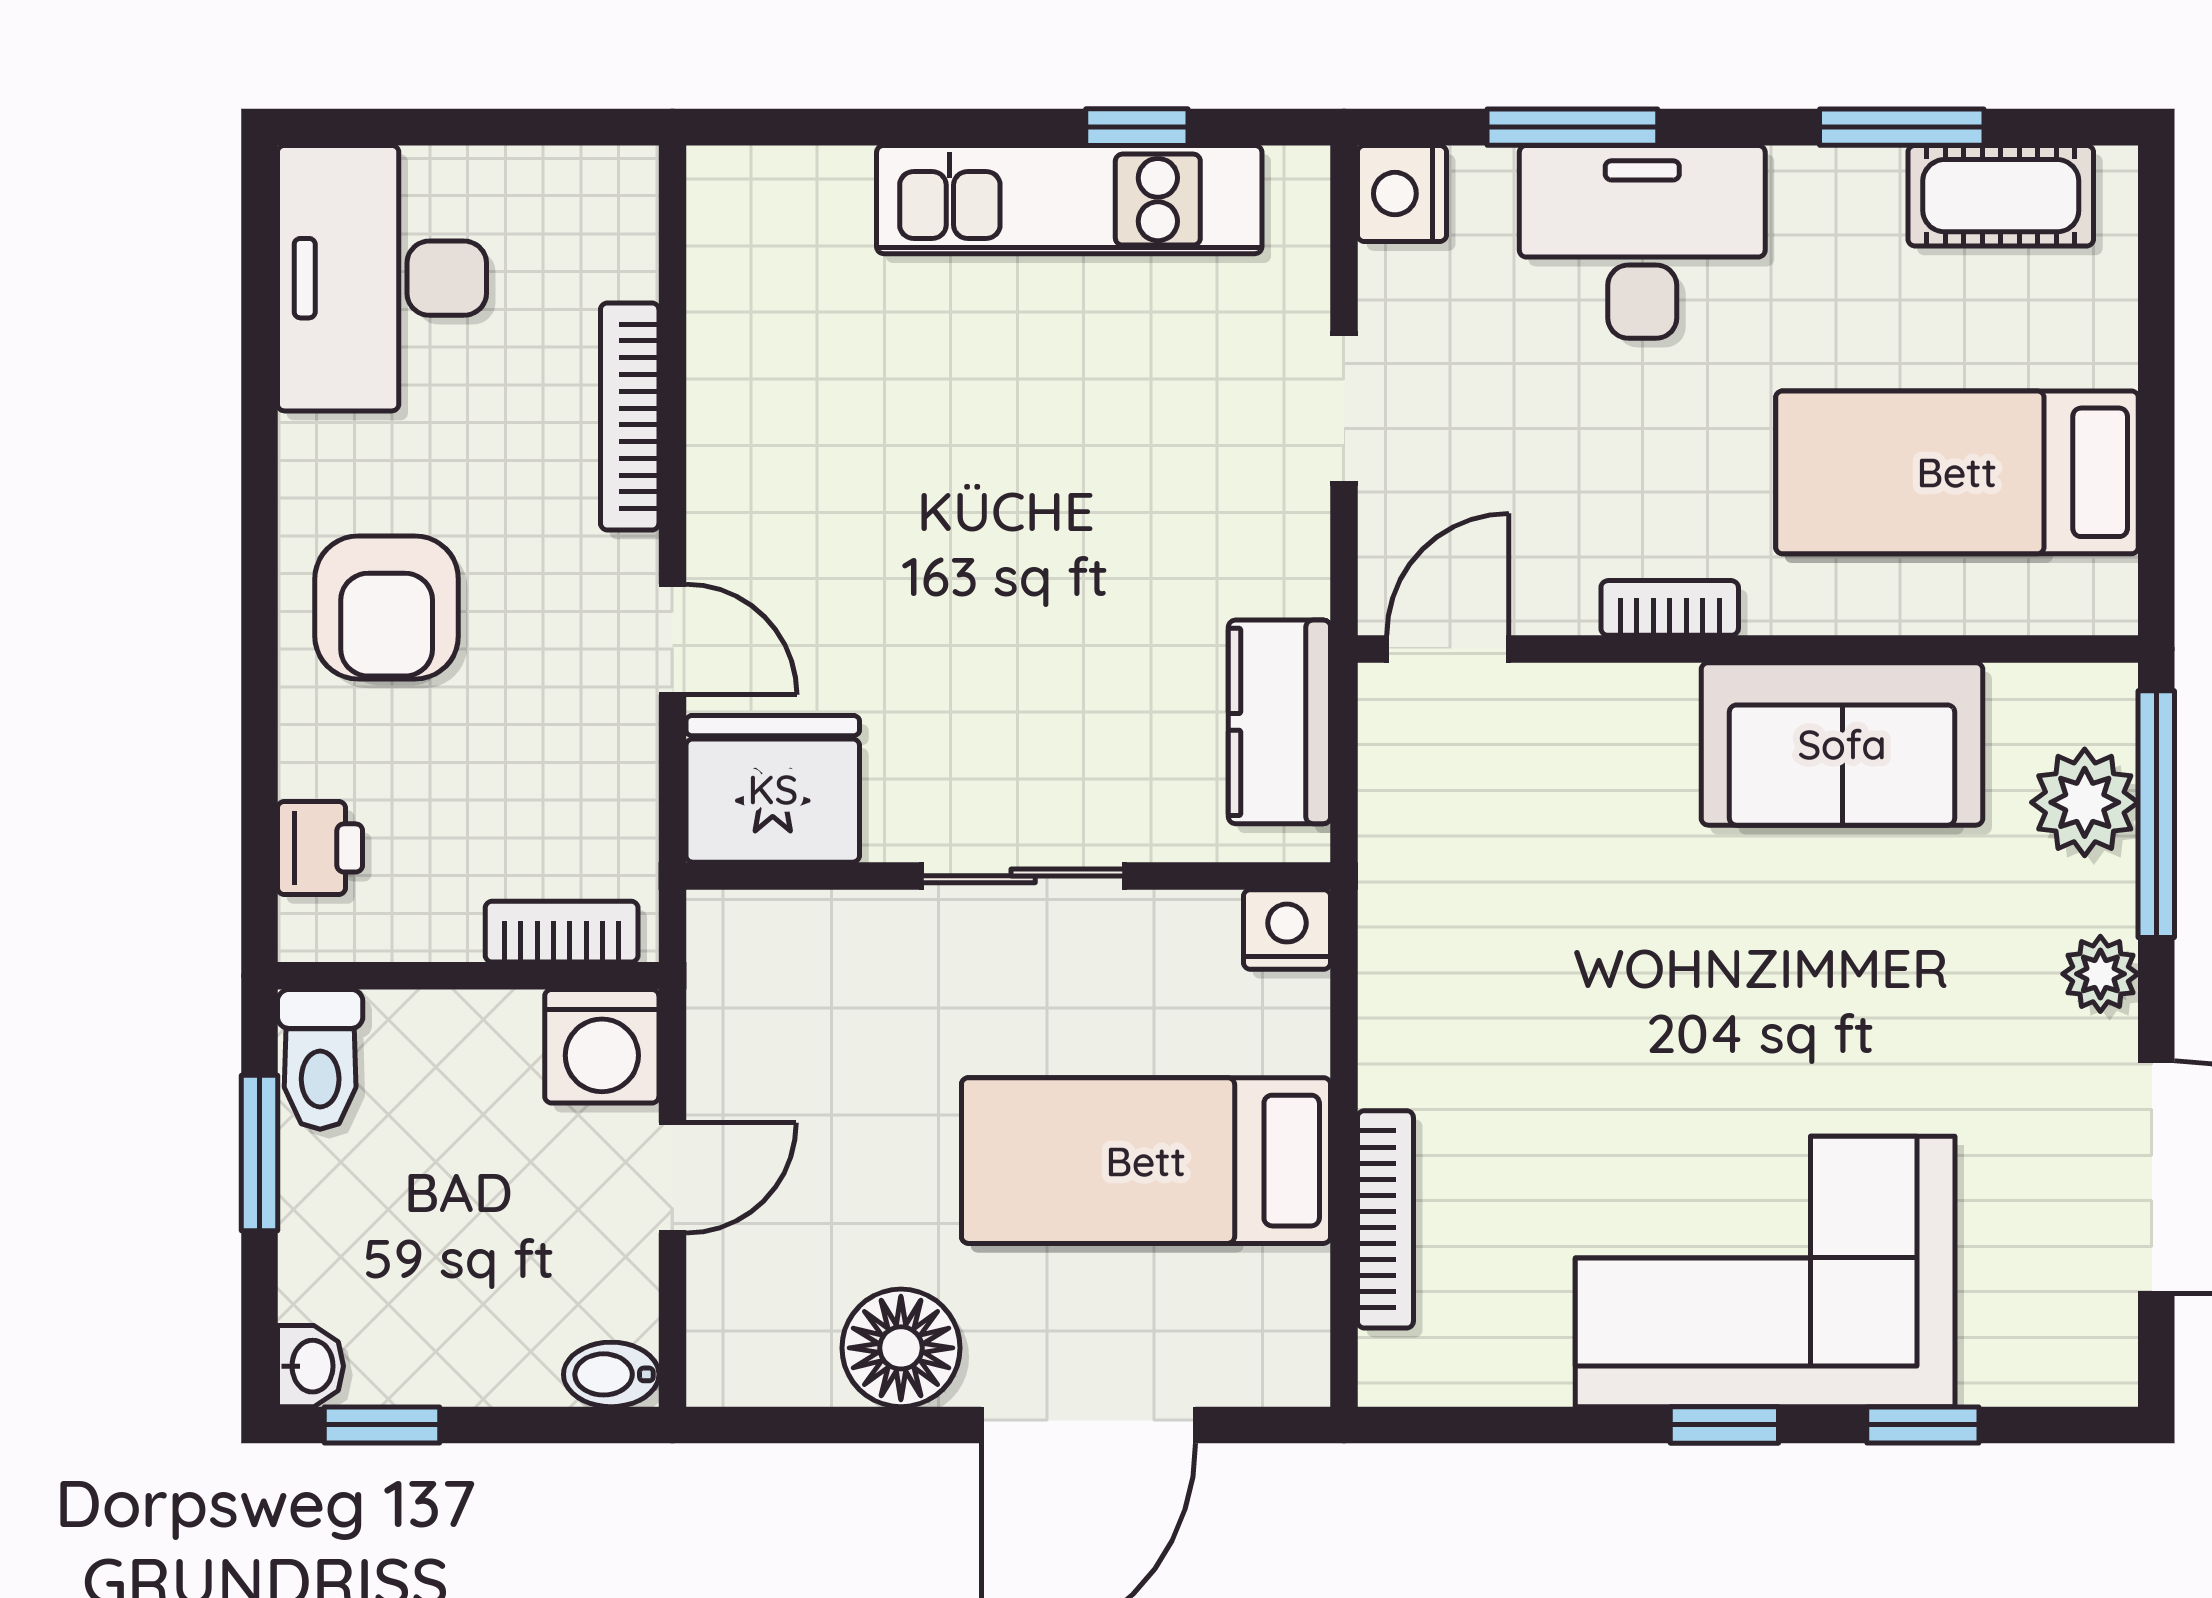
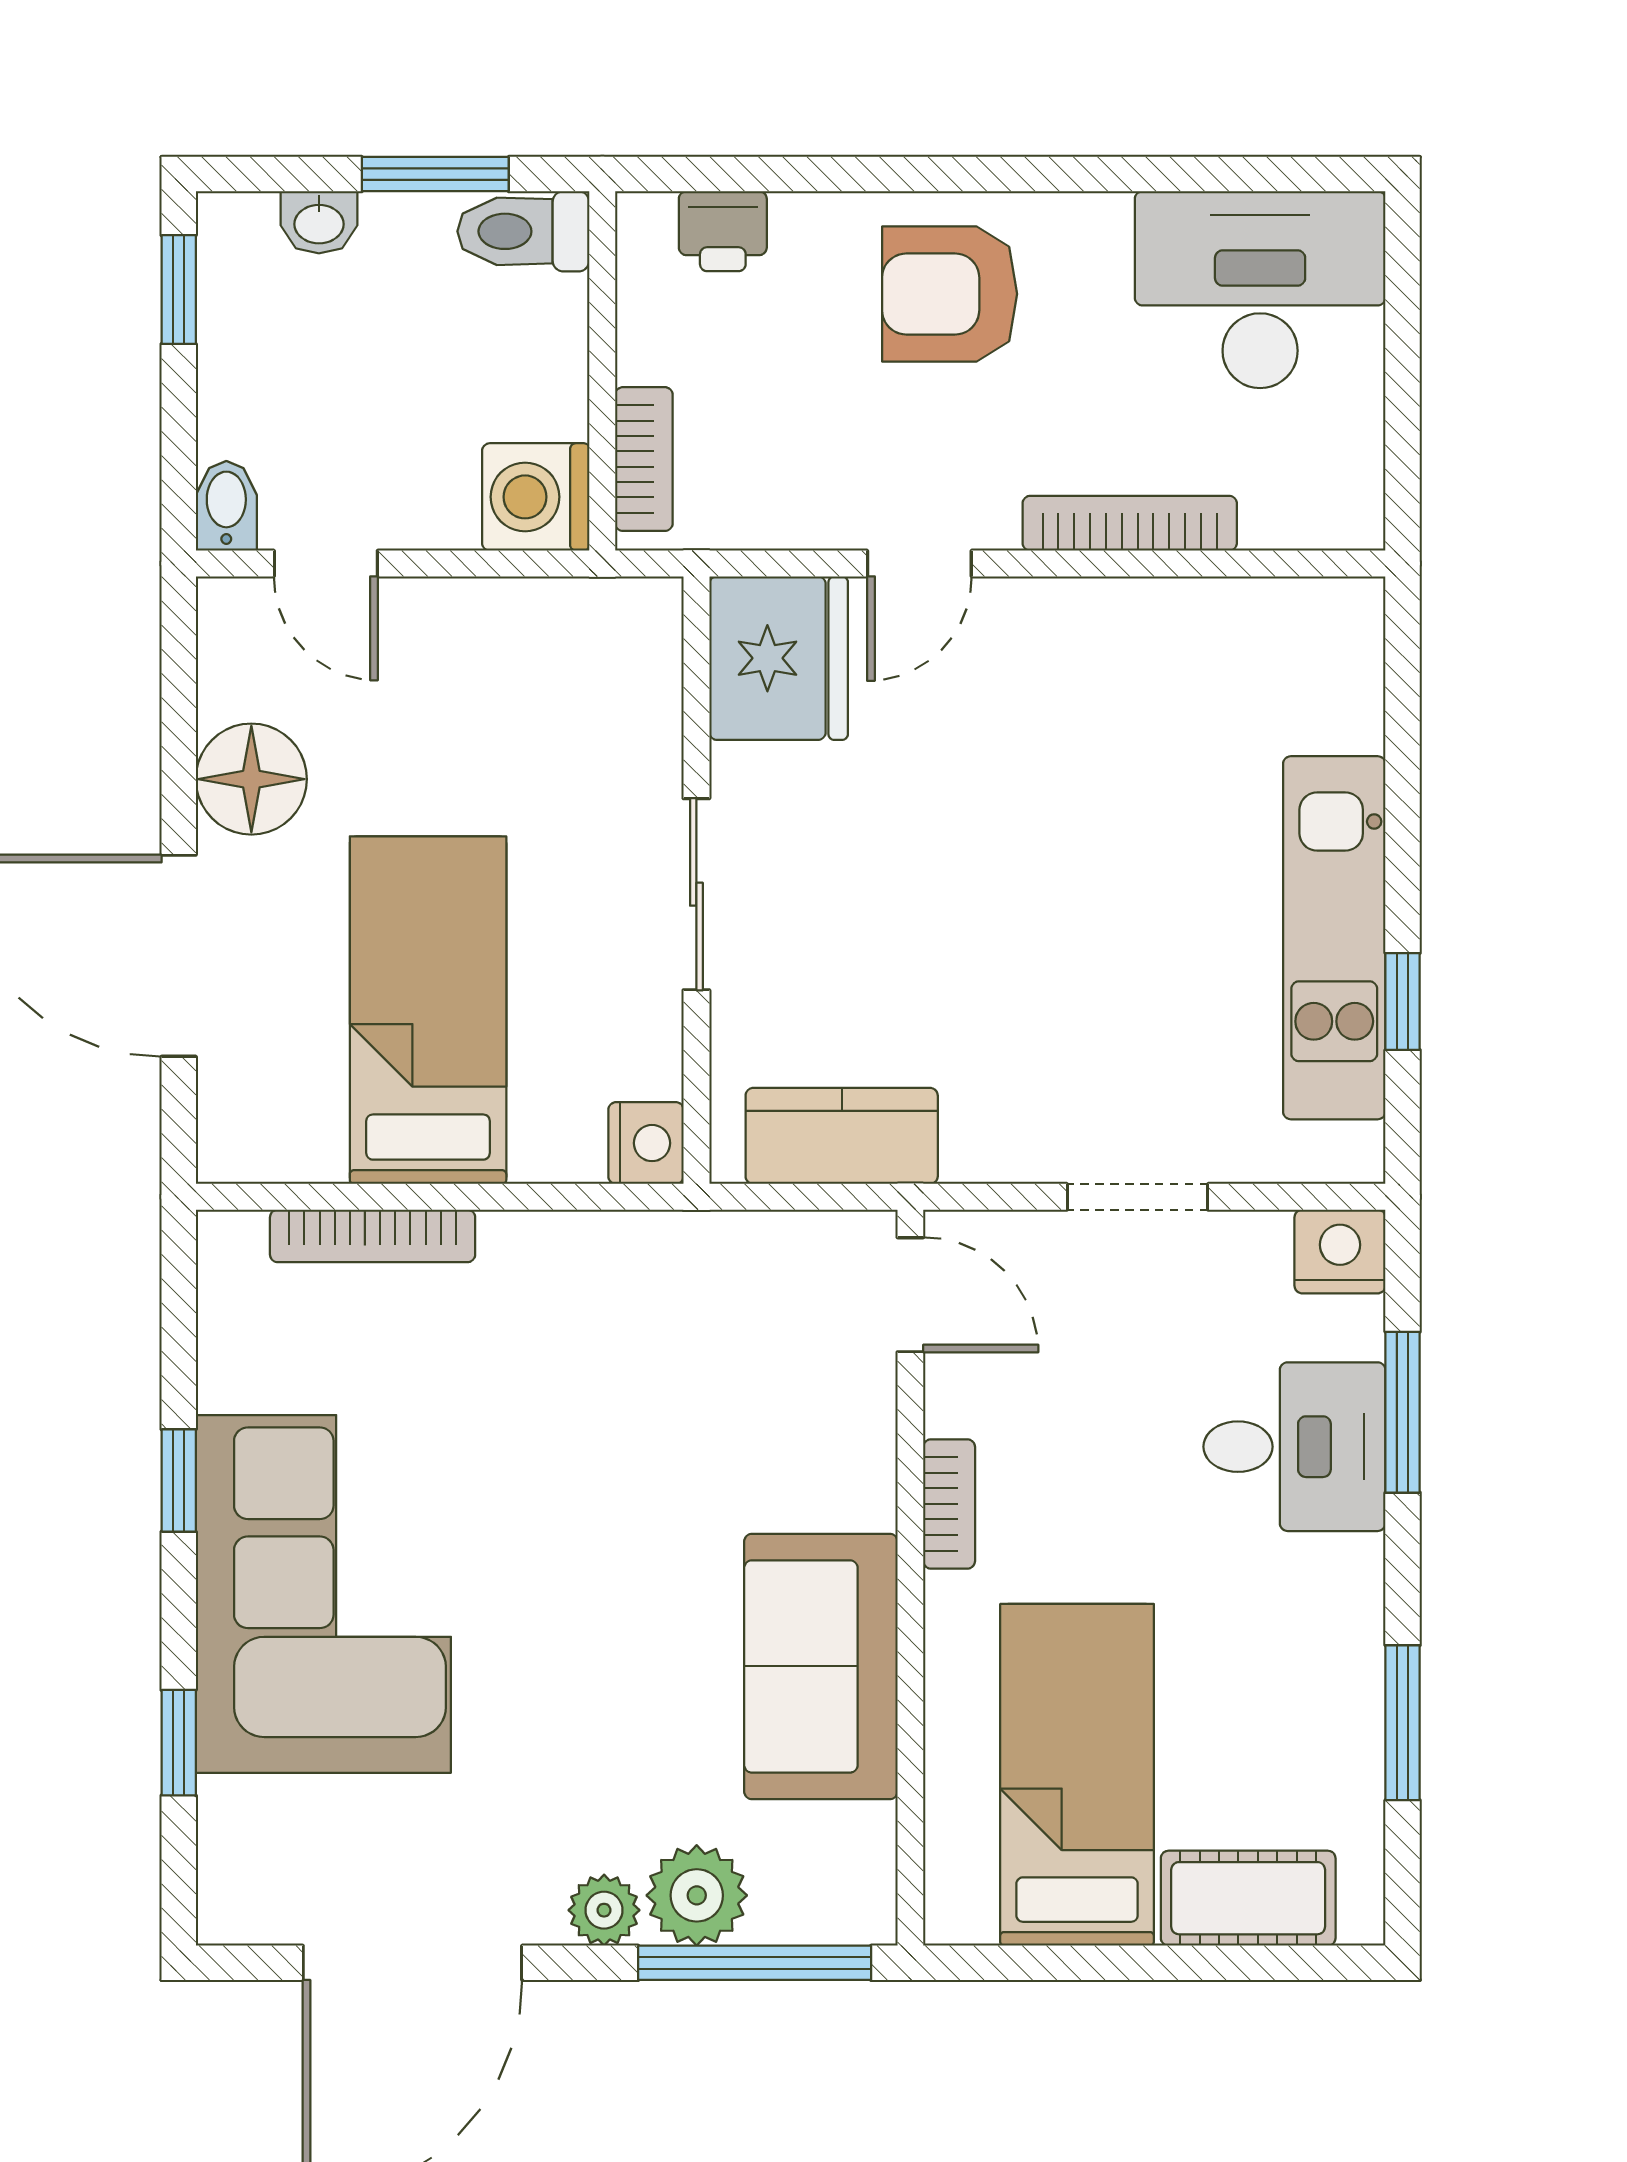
cot: (2001, 196) -> (1248, 1898), moved, turned 90
desk: (1642, 242) -> (1294, 1447), width x0.73
plant: (2085, 802) -> (697, 1895), moved
door: (672, 1178) -> (326, 563), moved
washbasin: (311, 1366) -> (319, 222), moved
window: (1724, 1425) -> (179, 1480), moved

